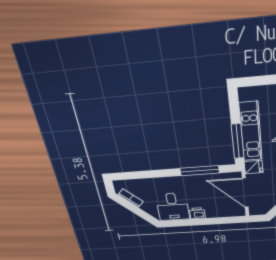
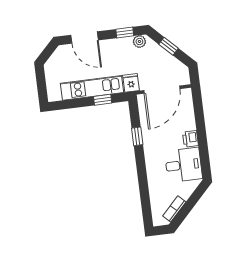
window: (238, 141) -> (103, 100), width x0.46
window: (200, 171) -> (137, 136), width x0.46

